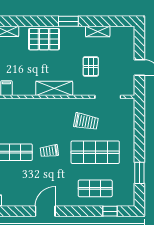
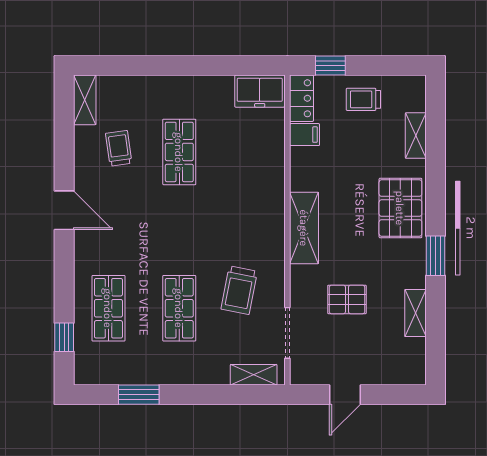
shelving: (129, 114) -> (254, 375), added
trolley: (49, 151) -> (119, 148), moved
shop shelf: (95, 152) -> (179, 308), width x0.70, depth x0.74

